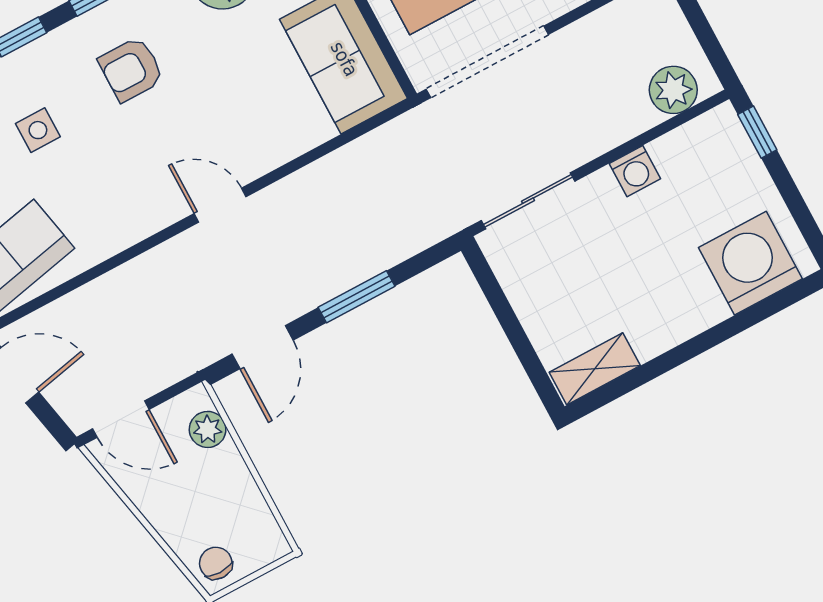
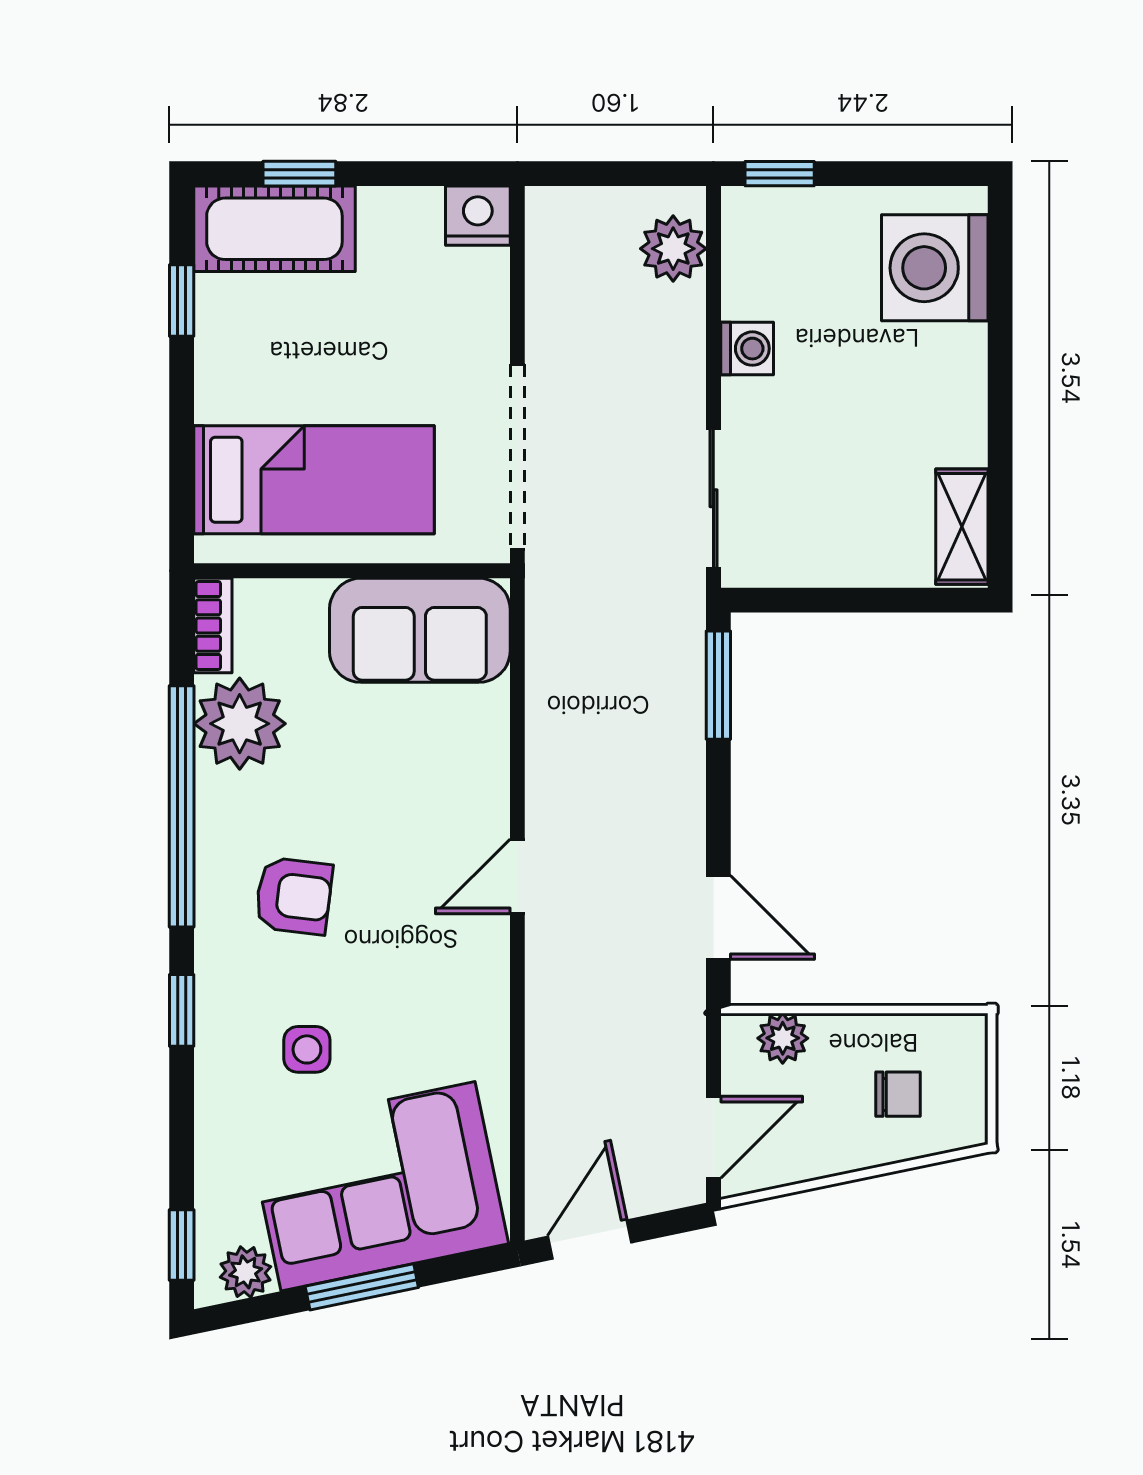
armchair: (131, 69) -> (294, 896), turned -83
window: (357, 297) -> (718, 685), moved
chair: (216, 563) -> (898, 1094), moved, turned 180

